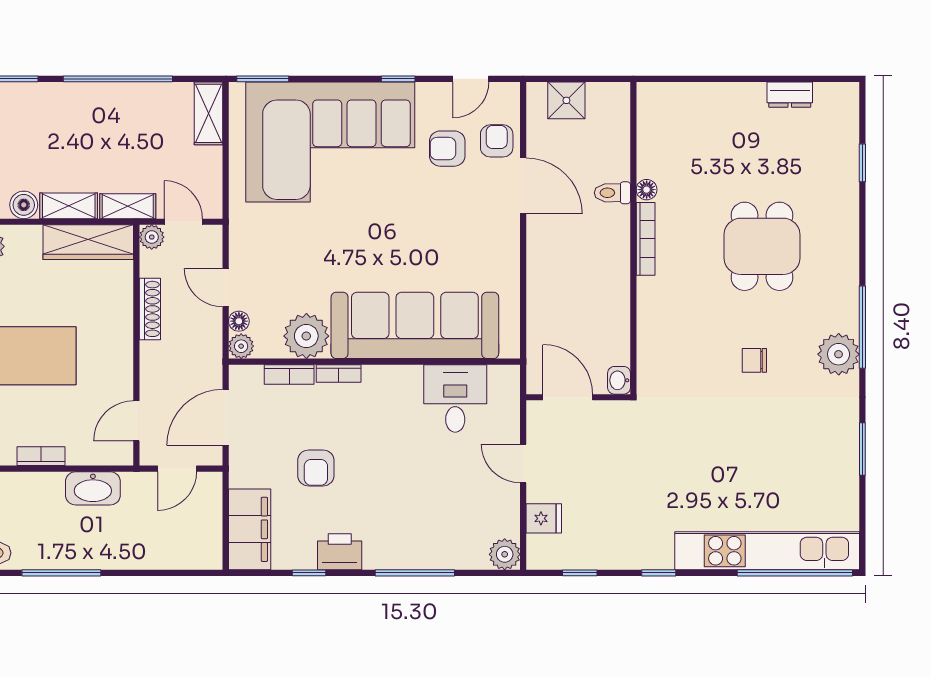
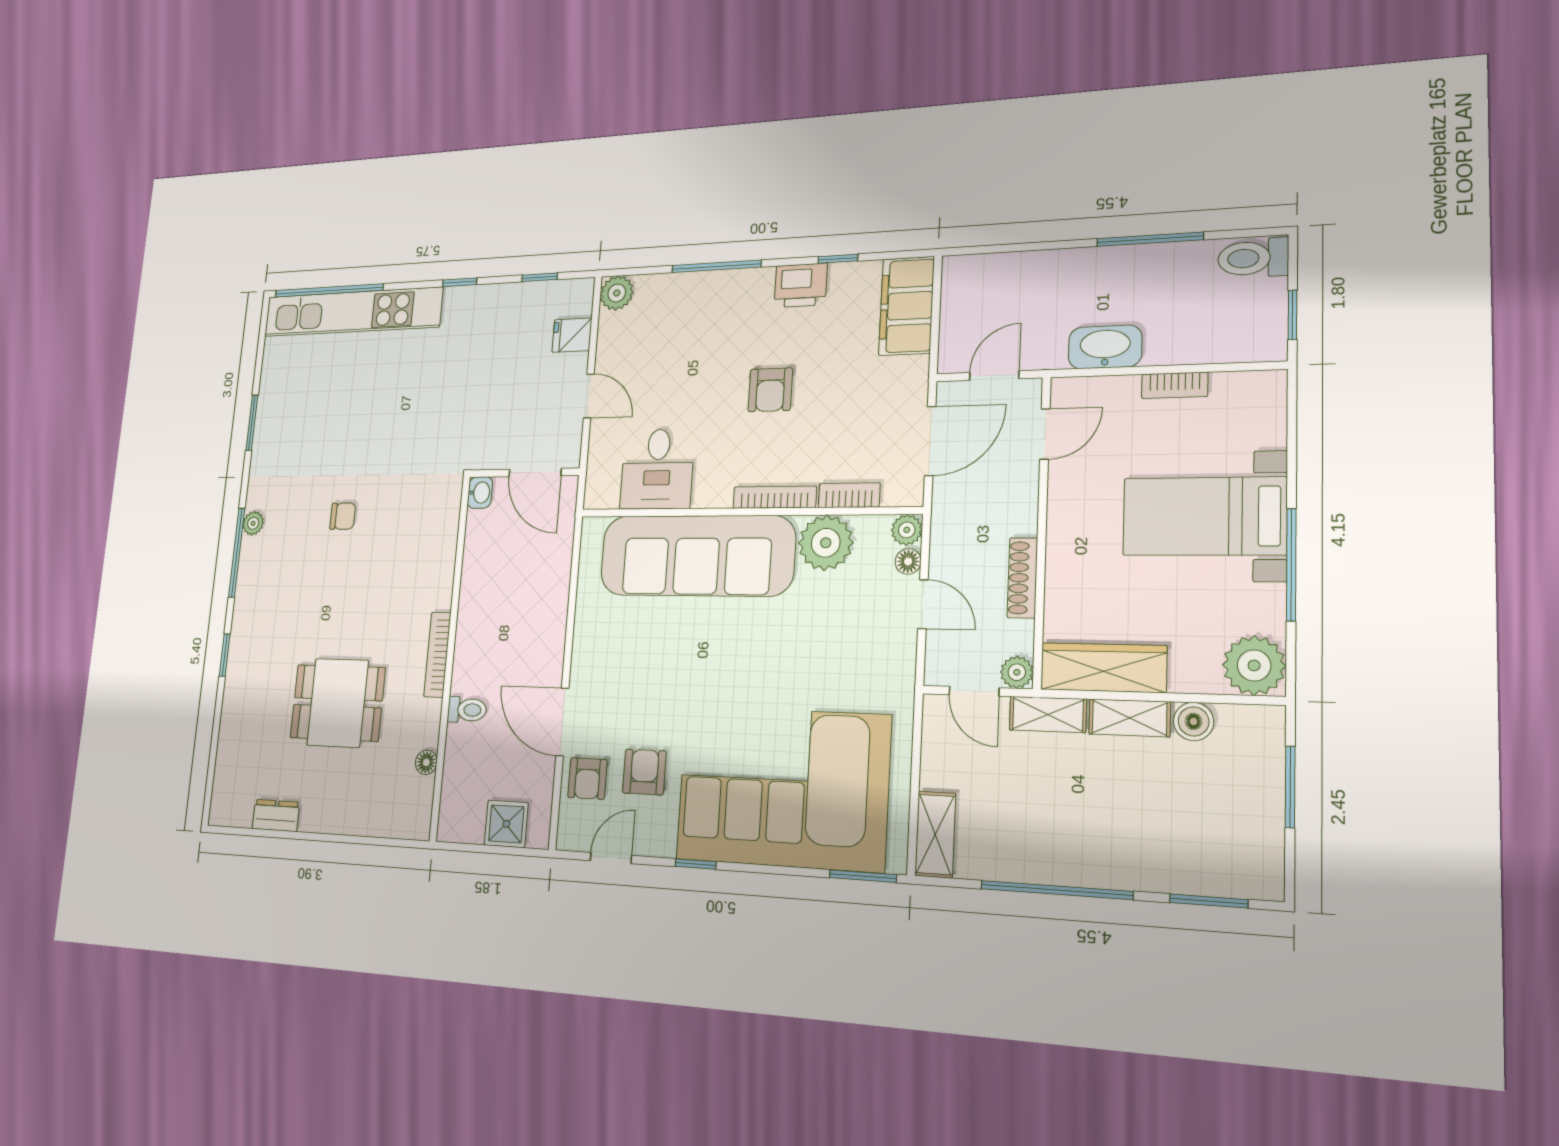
armchair: (447, 149) -> (644, 772), turned -90
window: (862, 163) -> (225, 655), moved
floor lamp: (647, 190) -> (426, 762), moved
dining table: (762, 246) -> (338, 703), moved, turned 90
plant: (839, 354) -> (253, 523), width x0.53, depth x0.53
bookcase: (339, 373) -> (775, 497), width x1.56
armchair: (316, 468) -> (770, 390), moved, turned 180

